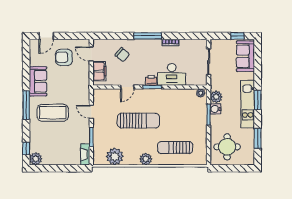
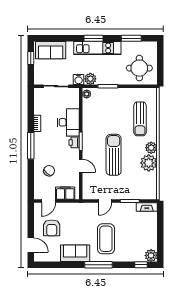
water cooler: (215, 109) -> (79, 79), moved
plant: (115, 156) -> (149, 163), moved

